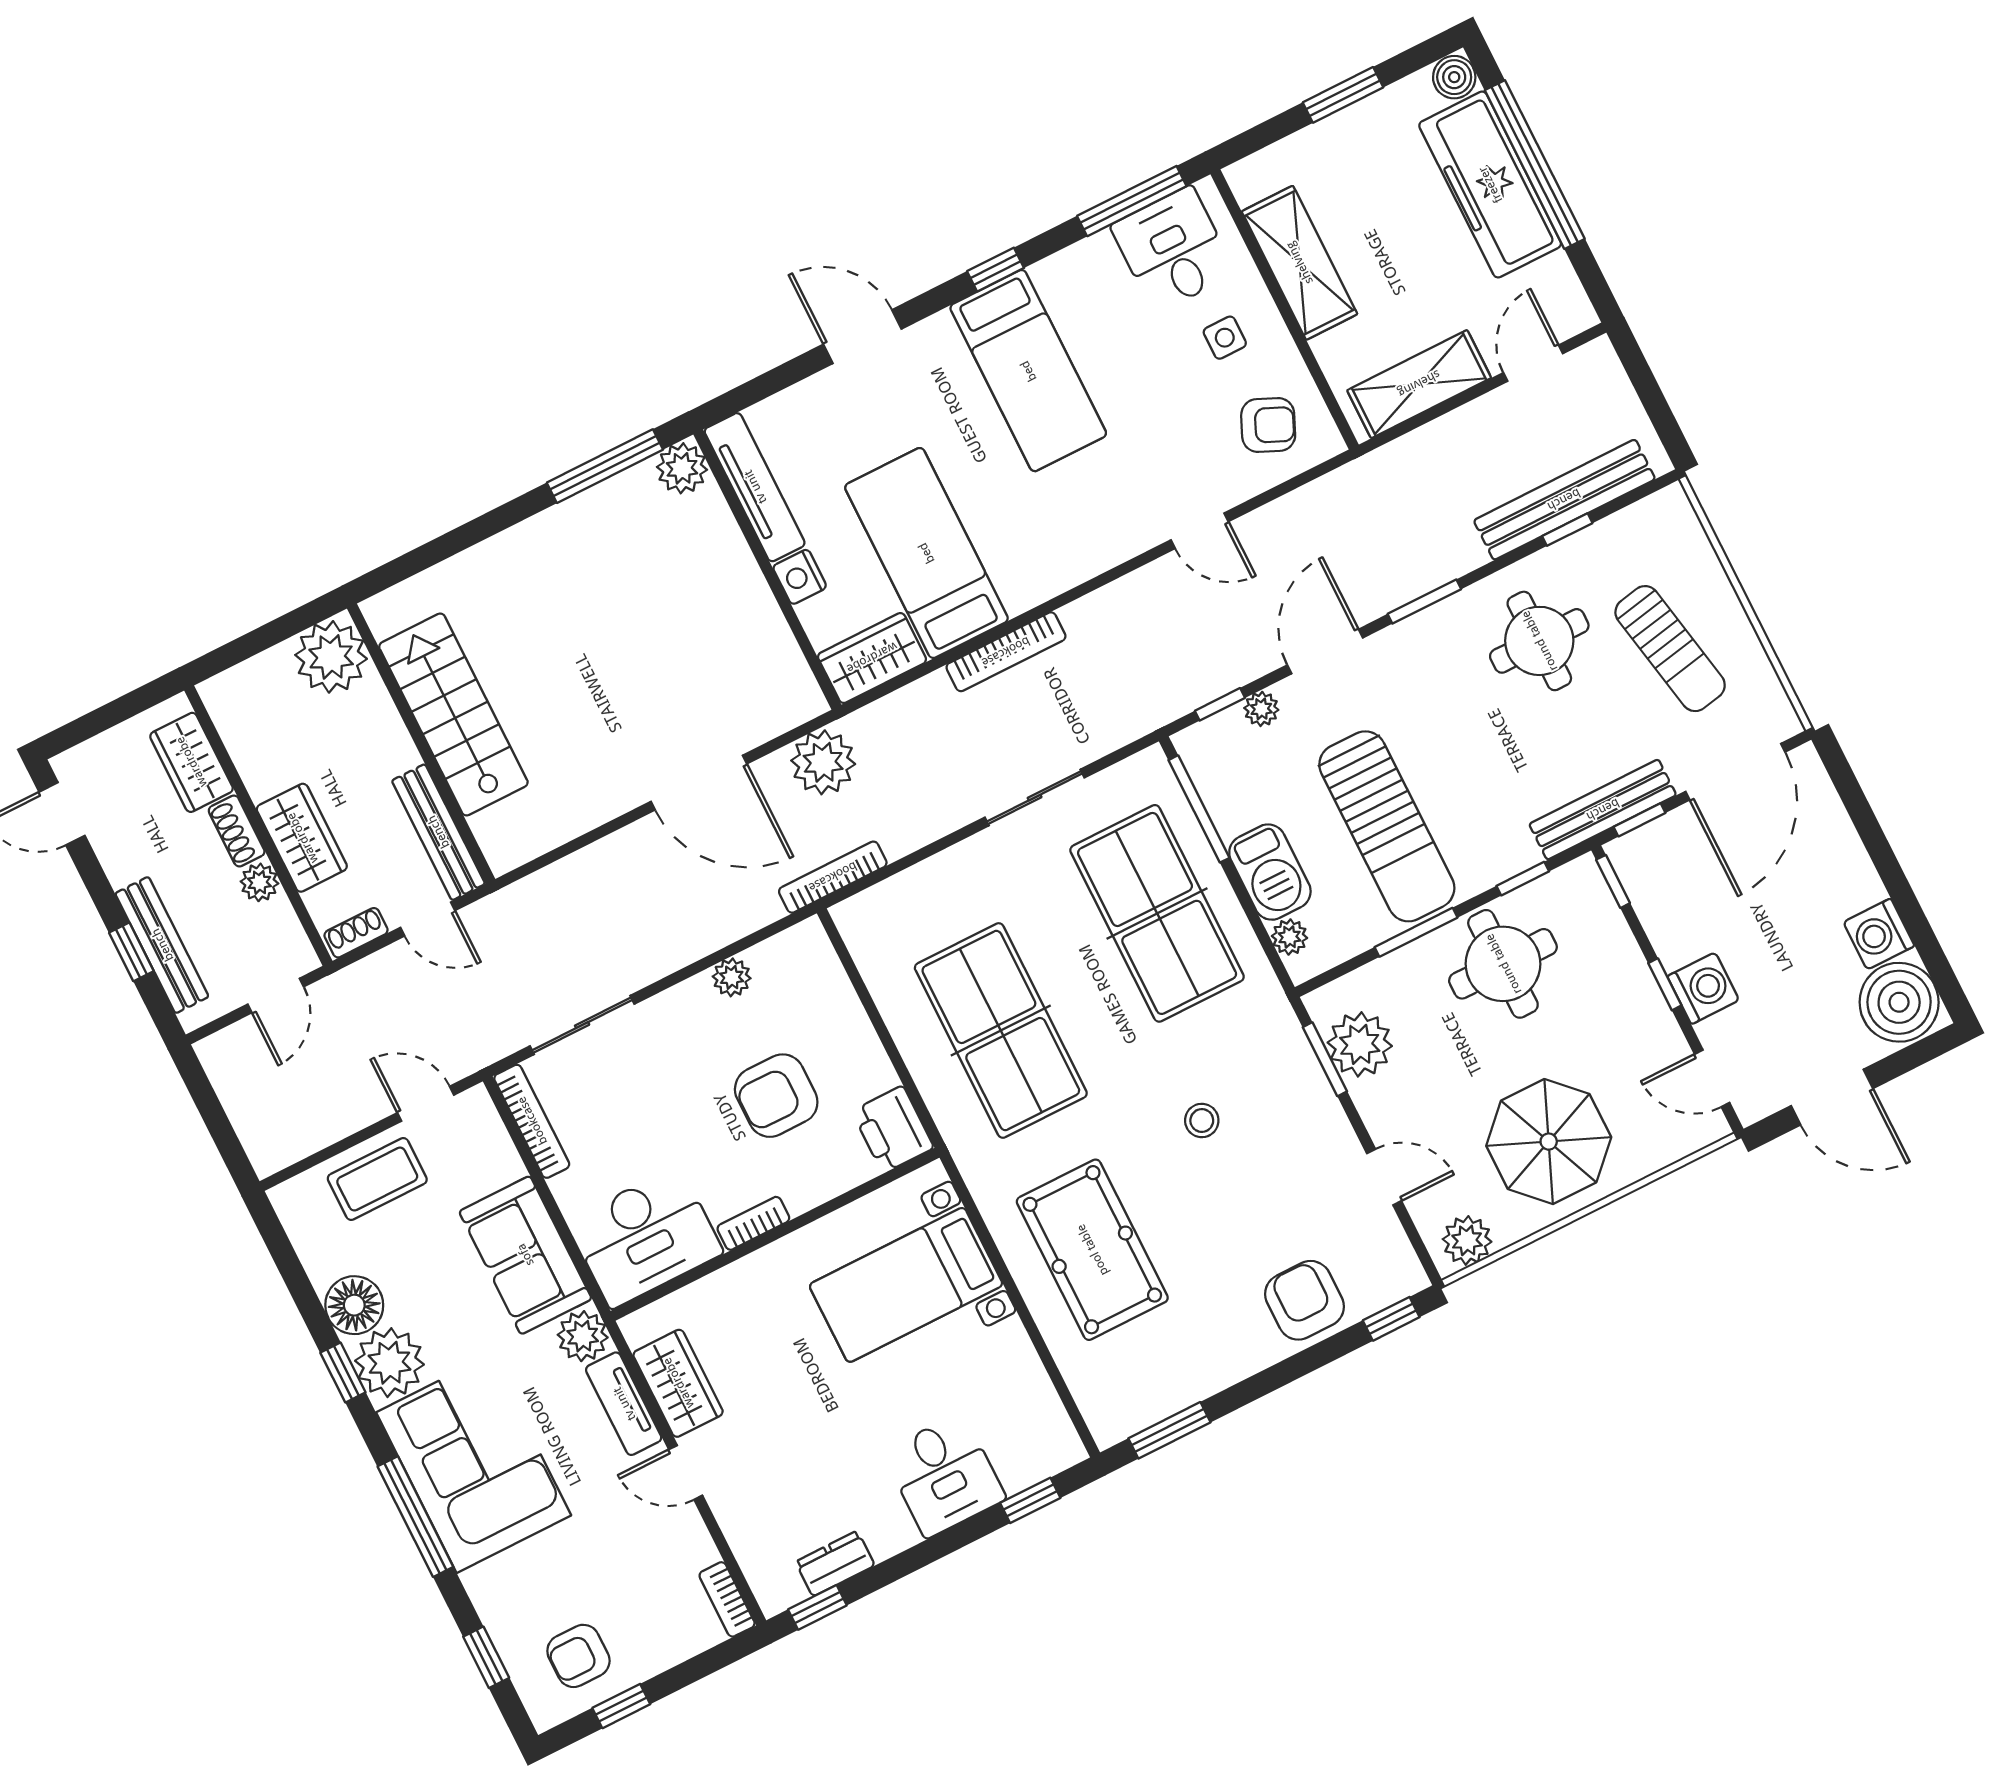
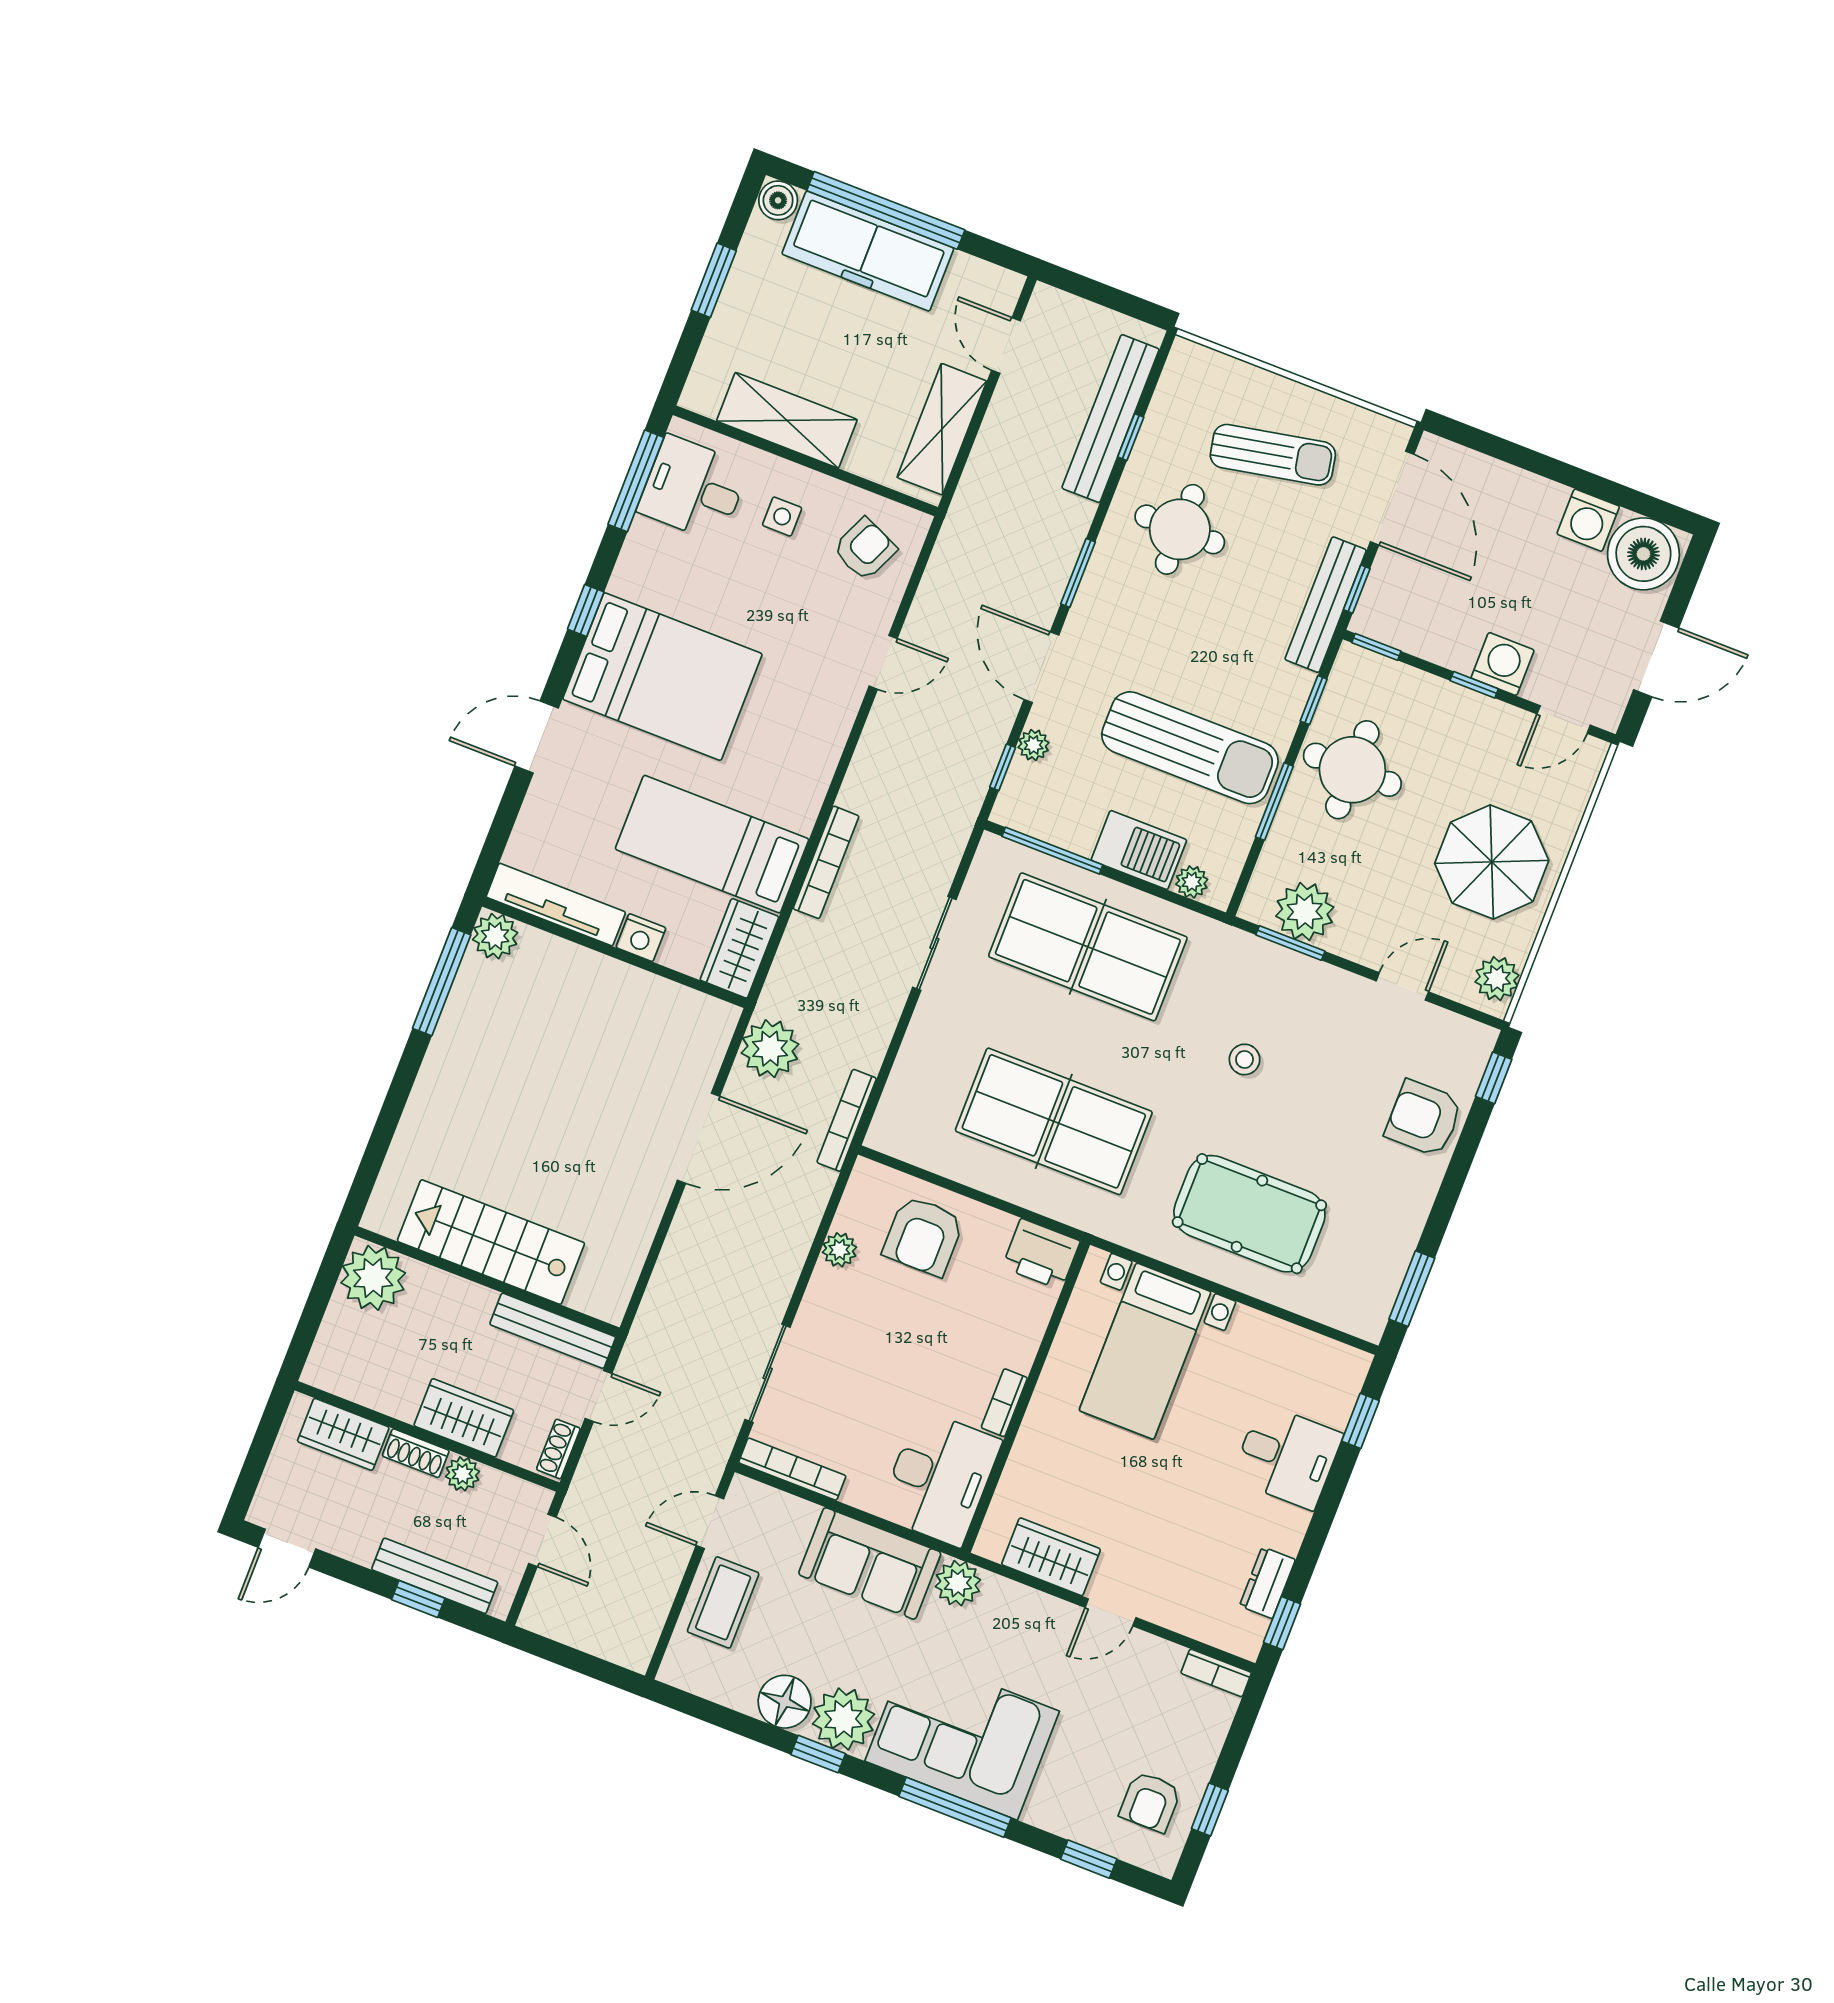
bed: (1028, 371) -> (662, 677), width x1.50
armchair: (776, 1096) -> (923, 1236), moved
tv unit: (624, 1404) -> (1027, 1604), removed

